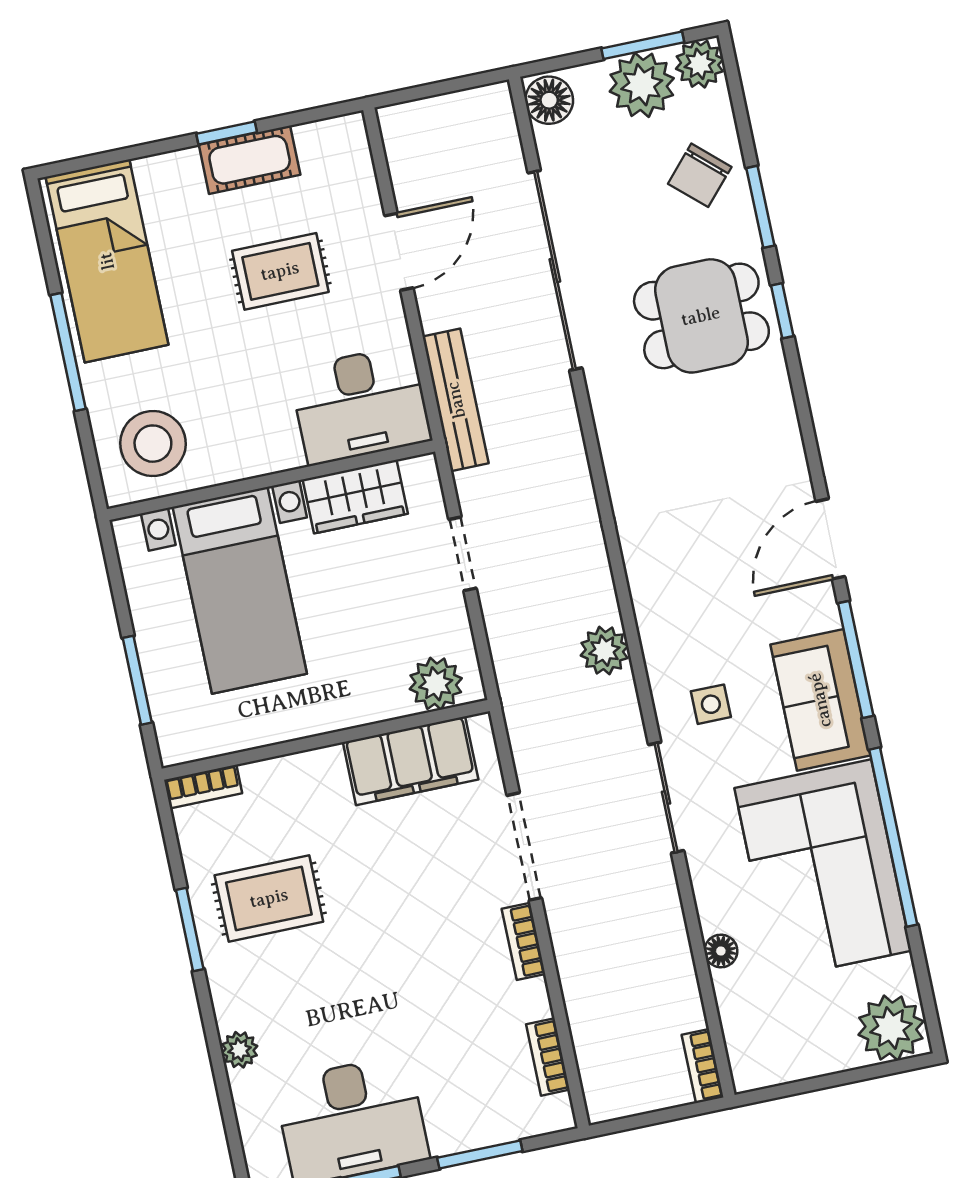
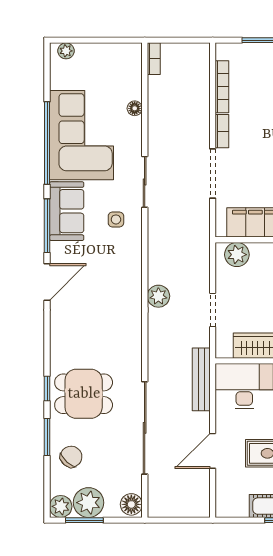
plant: (604, 651) -> (158, 296), moved
plant: (891, 1028) -> (66, 51), width x0.53, depth x0.53
bookcase: (548, 1057) -> (222, 87), width x1.56

